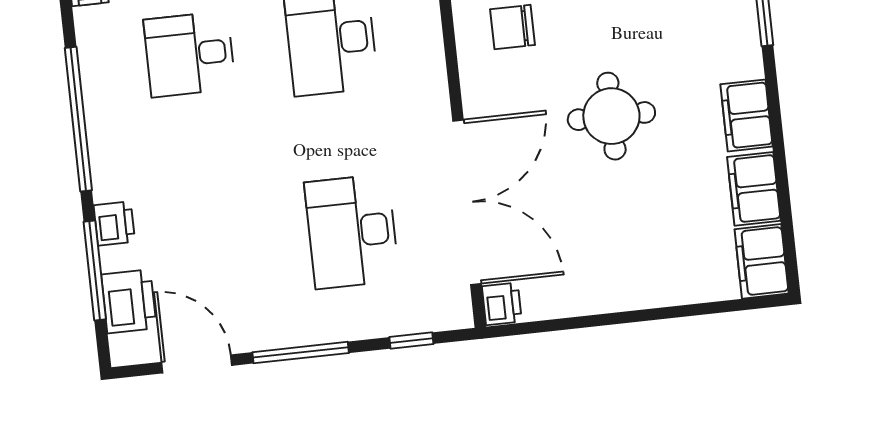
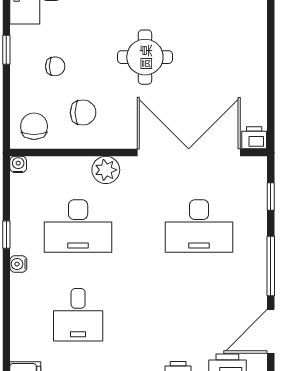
chair: (513, 27) -> (83, 112), turned -90
plant: (425, 73) -> (106, 170), added

